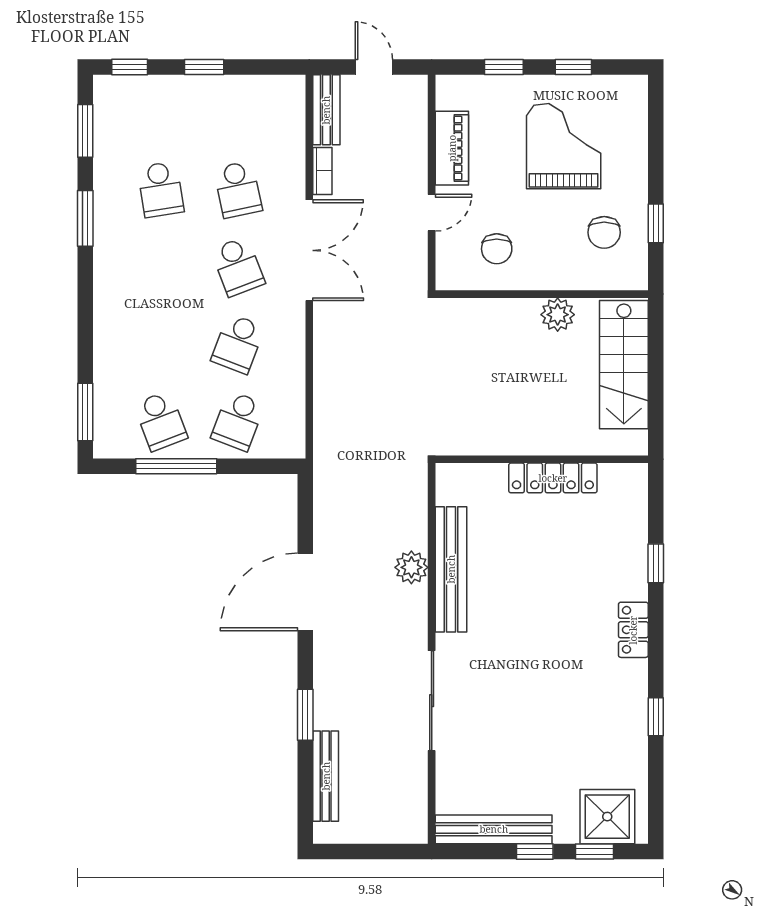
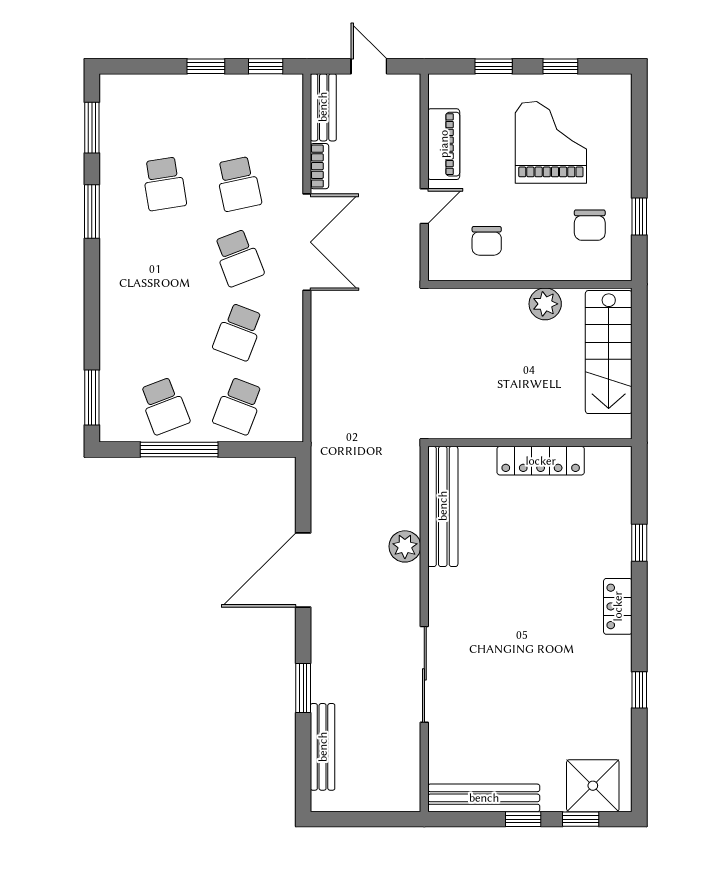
window: (130, 67) -> (266, 66), moved
bench: (451, 569) -> (443, 506), moved

